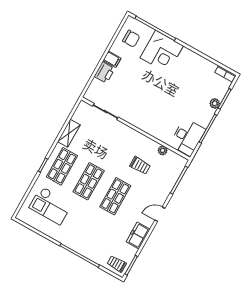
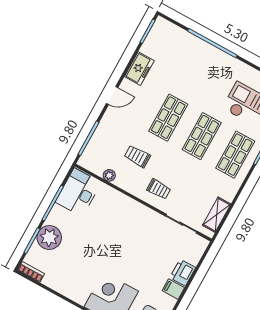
plant: (215, 103) -> (49, 237), width x1.88, depth x1.88
shelving: (69, 133) -> (217, 215), moved
trolley: (117, 264) -> (159, 189), moved

